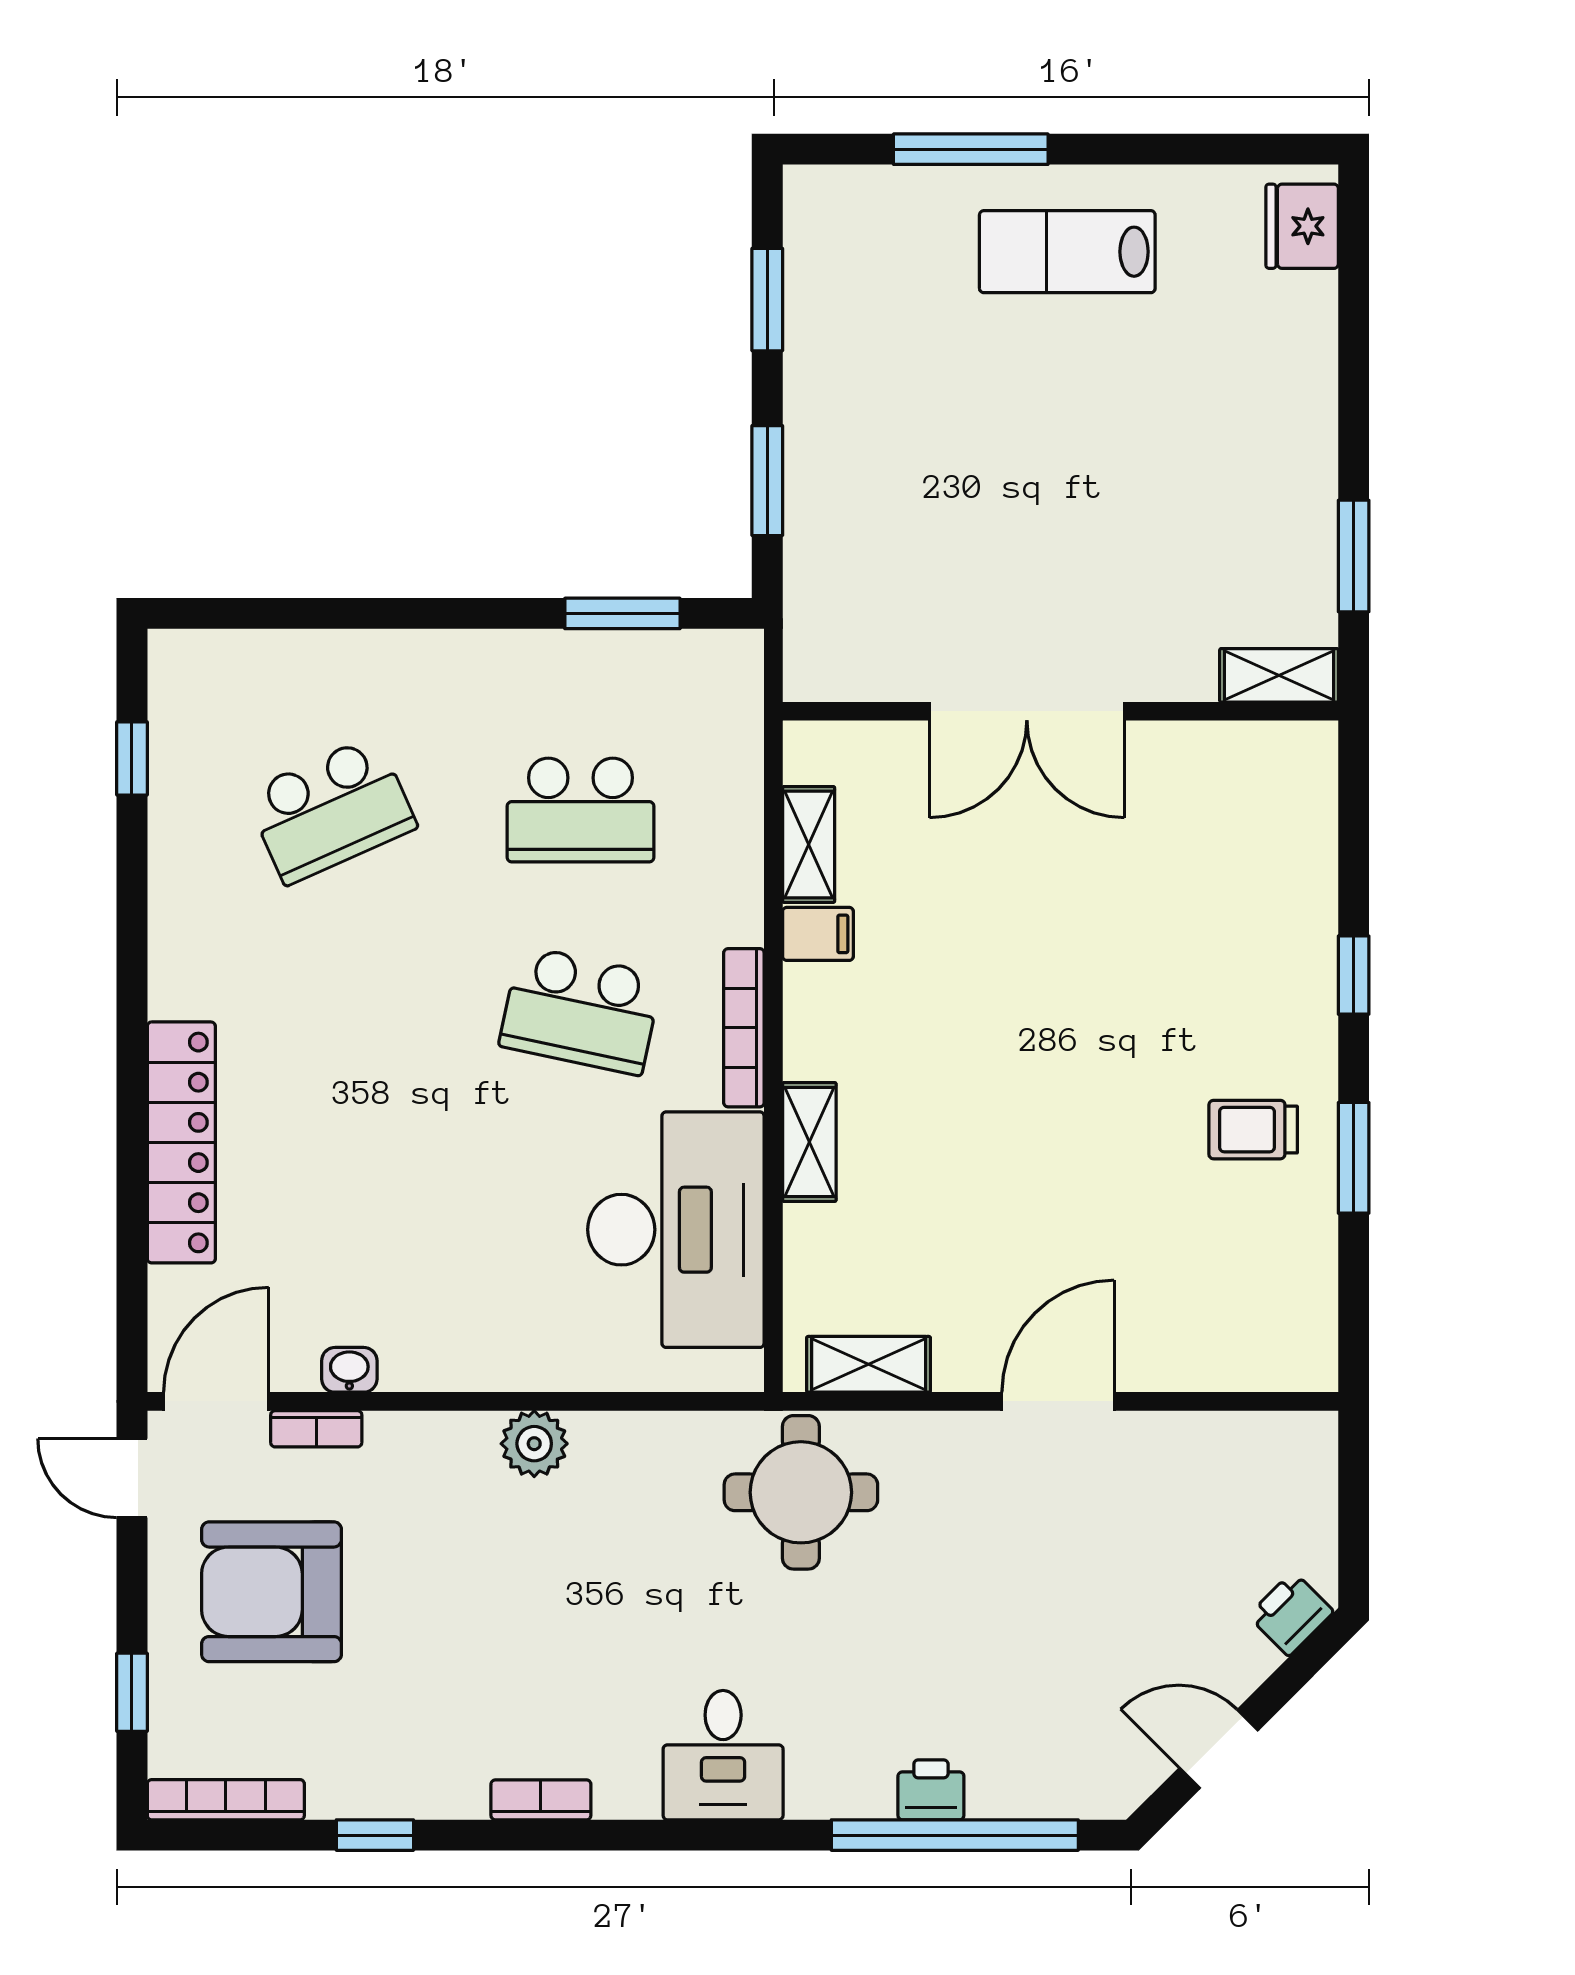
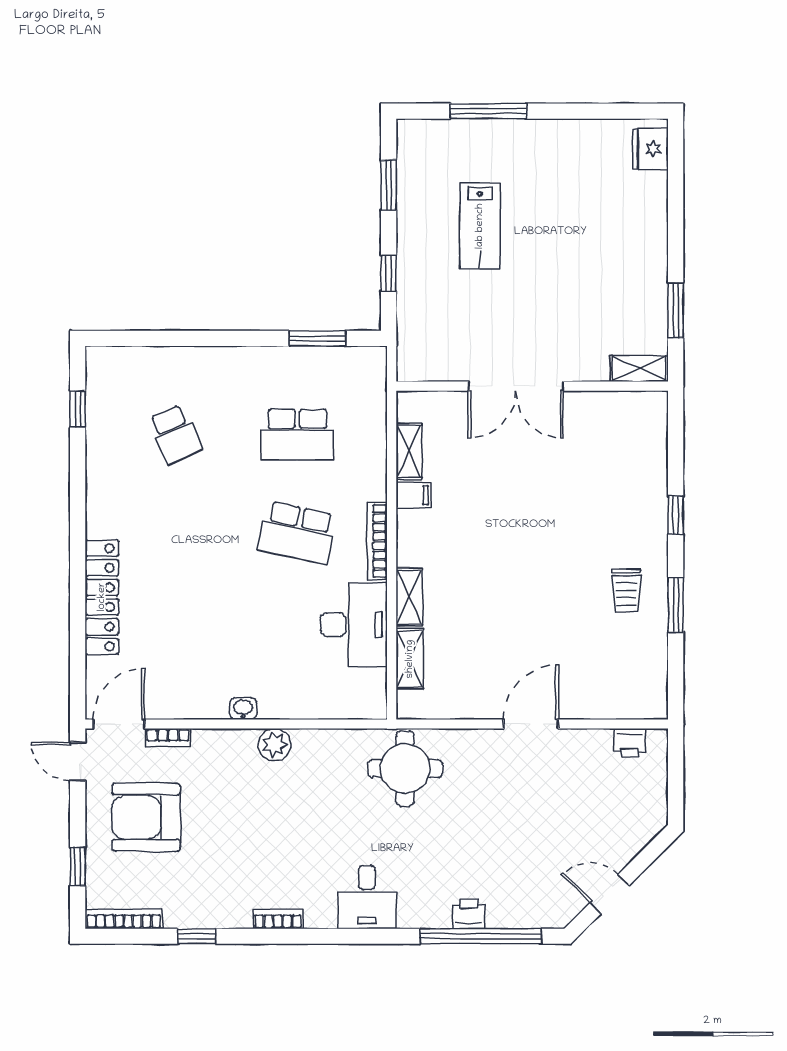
lab bench: (1067, 252) -> (480, 226), moved, turned -90
window: (767, 481) -> (389, 273), width x0.67
school desk: (331, 810) -> (175, 435), width x0.54
trolley: (1253, 1130) -> (626, 591), turned -90
desk: (676, 1230) -> (354, 625), width x0.73, depth x0.77
shelving: (869, 1364) -> (410, 659), moved, turned 90
washbasin: (349, 1370) -> (243, 709), moved
printer: (1291, 1614) -> (630, 743), moved, turned -135

